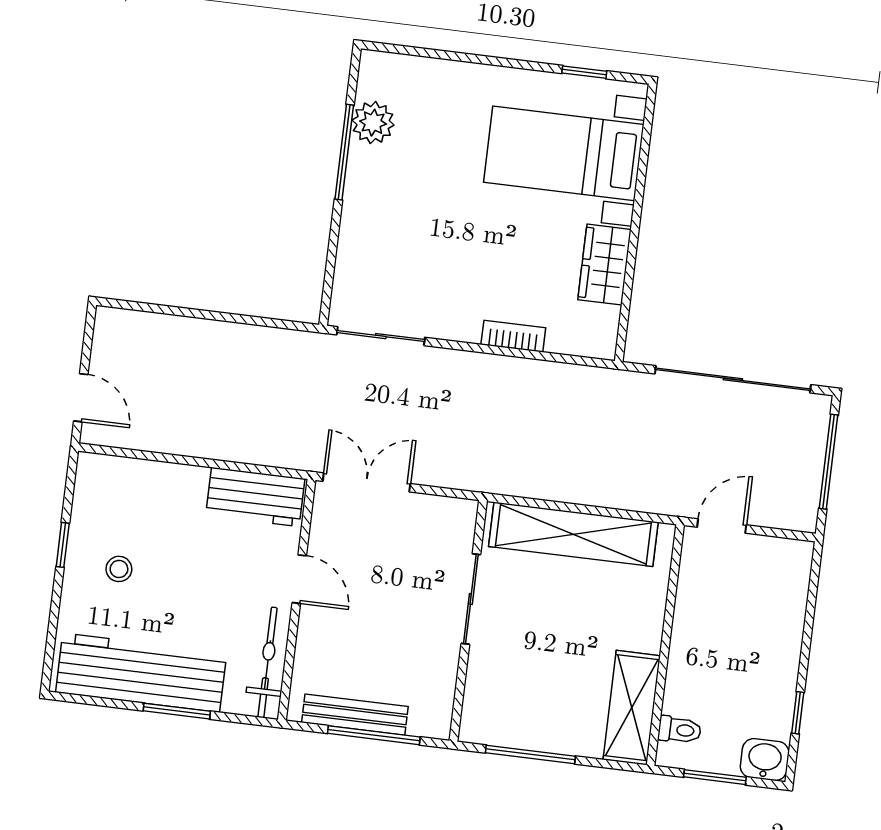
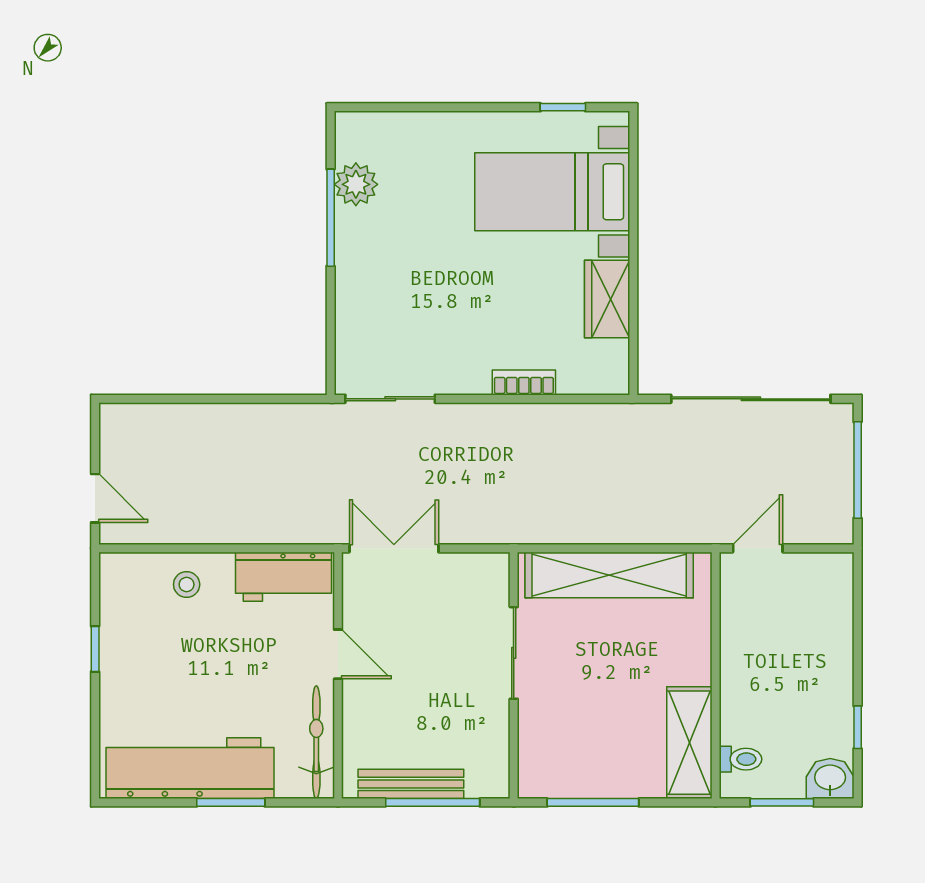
stool: (119, 569) -> (187, 584), moved

